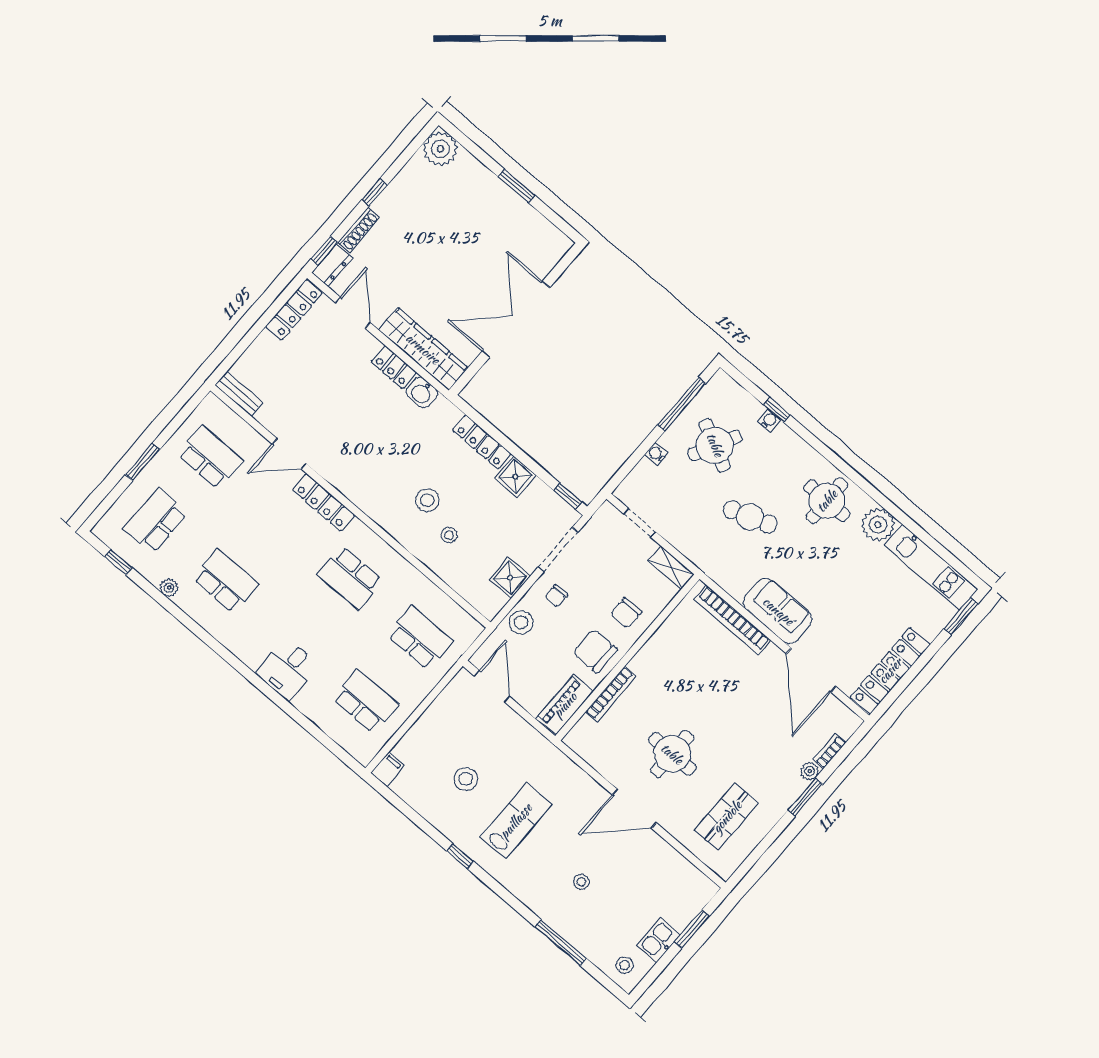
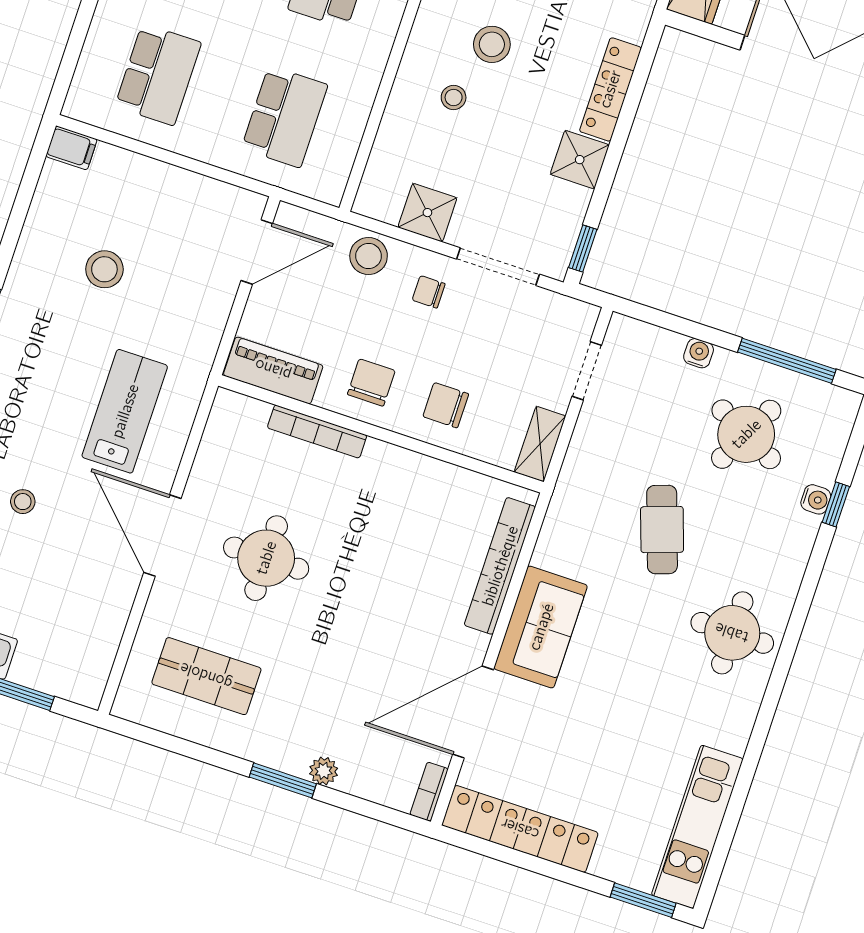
plant: (878, 525) -> (728, 723), removed
chair: (595, 651) -> (371, 383), width x0.73, depth x0.73
bookcase: (830, 751) -> (429, 792), moved, turned -90
lab bench: (516, 821) -> (125, 411), moved, turned -90

